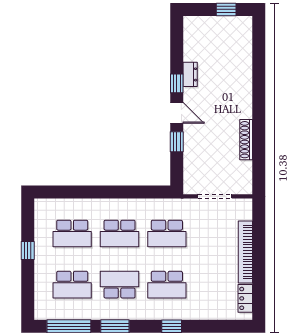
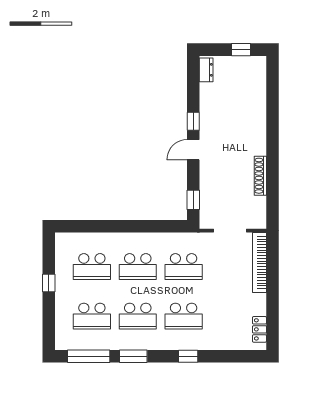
dresser: (190, 74) -> (206, 70), moved
door: (177, 113) -> (193, 150), swing flipped
window: (177, 142) -> (193, 200), moved
bookcase: (245, 252) -> (260, 263), moved
school desk: (120, 285) -> (138, 316), turned 180

